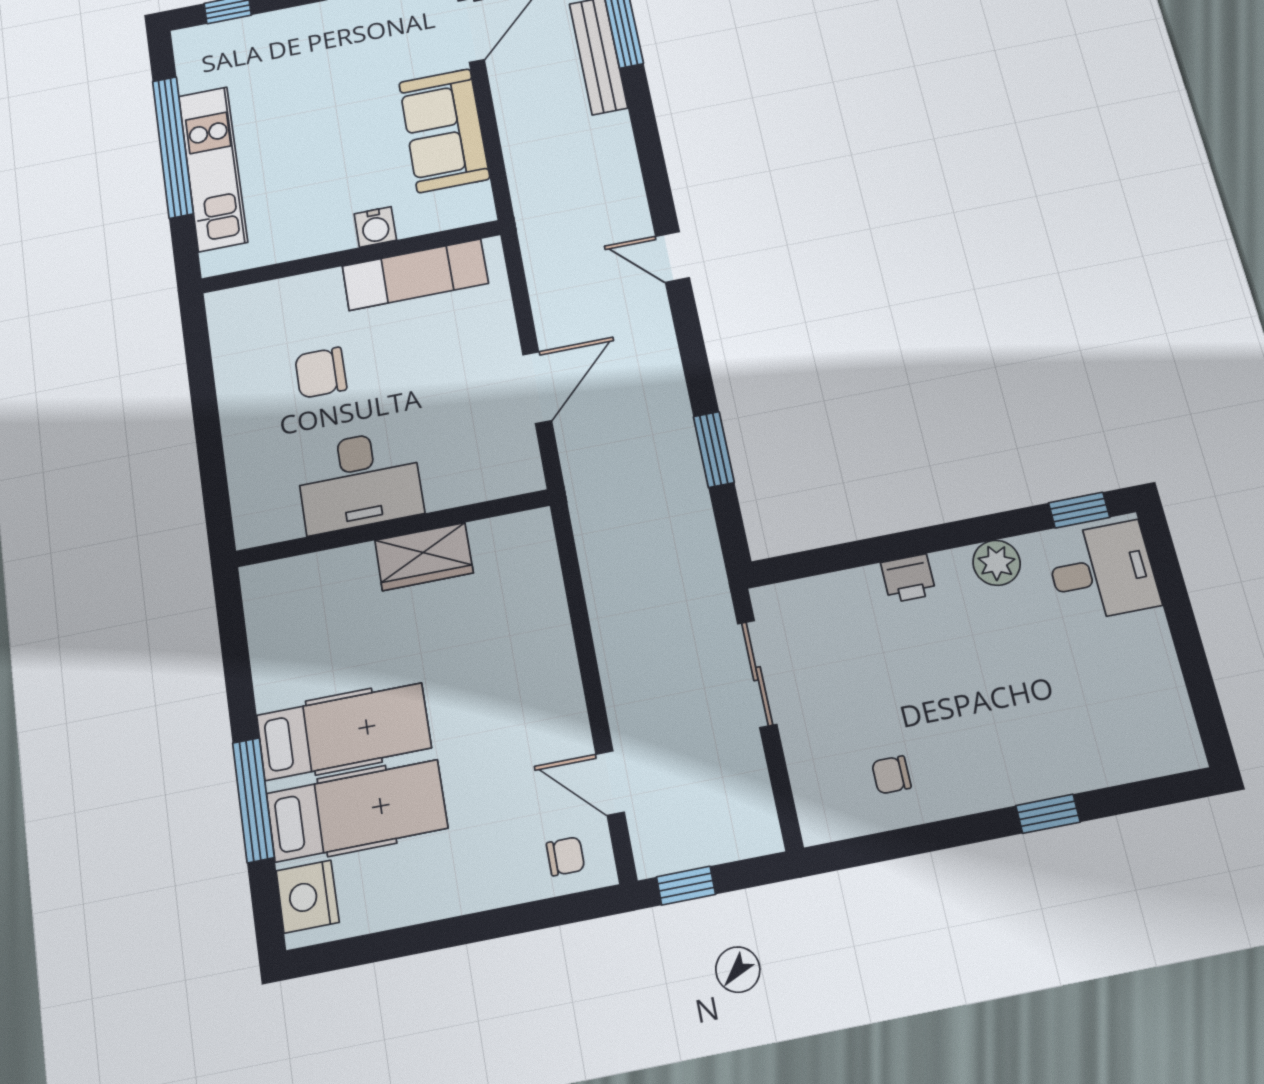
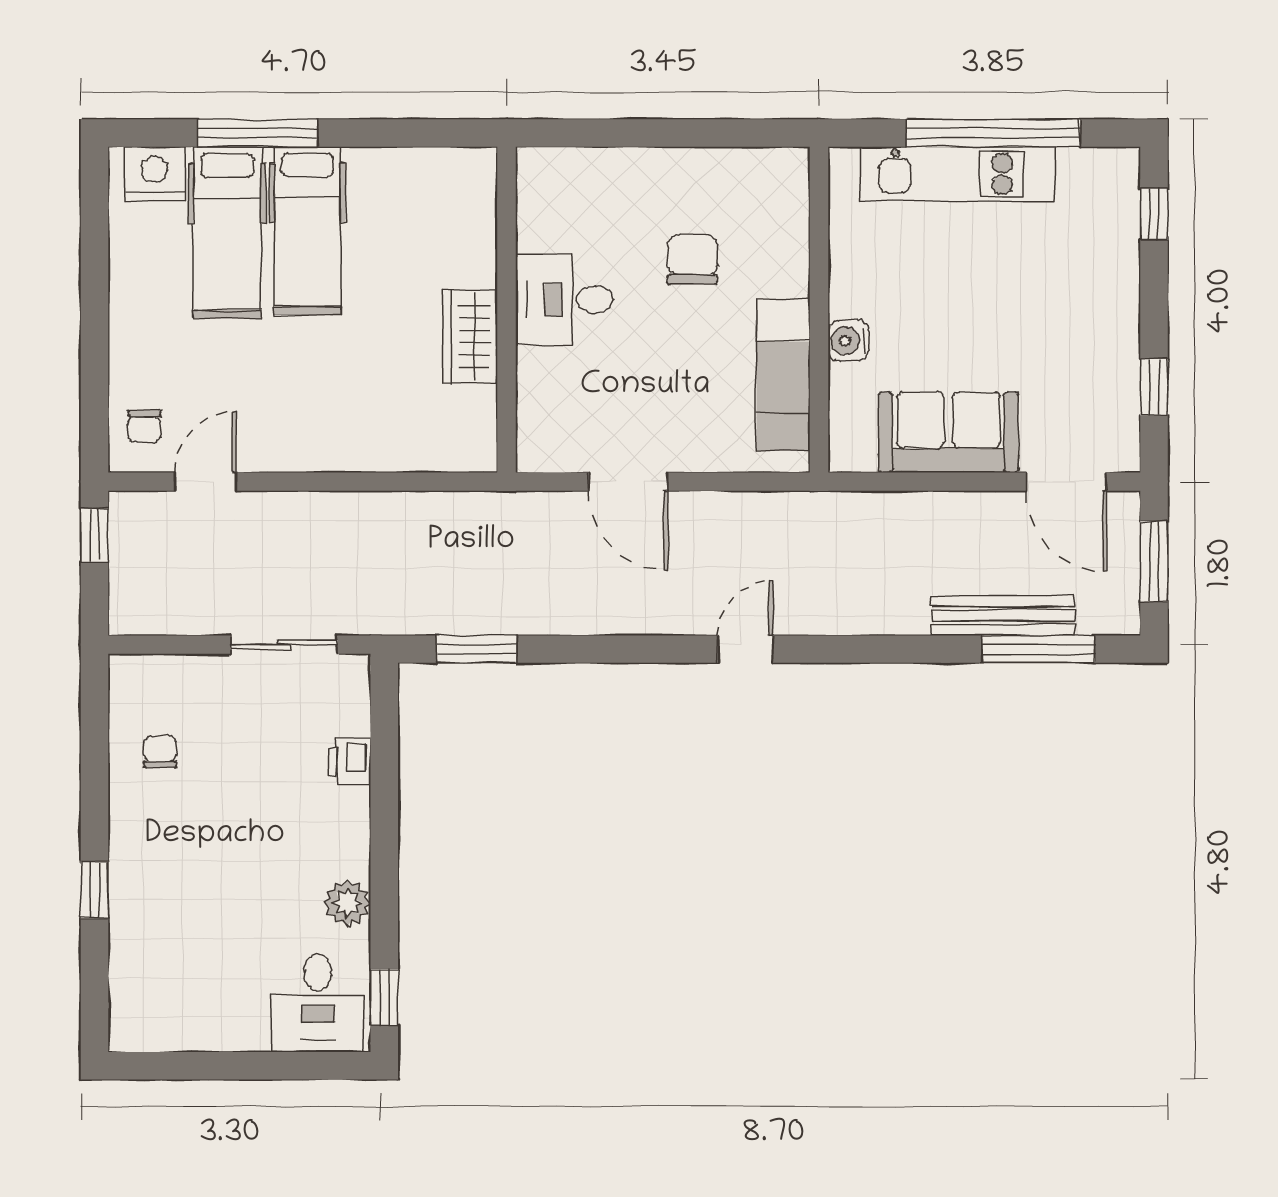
window: (714, 449) -> (476, 649), moved
desk: (359, 481) -> (564, 300), width x0.73
printer: (908, 578) -> (349, 762), moved

